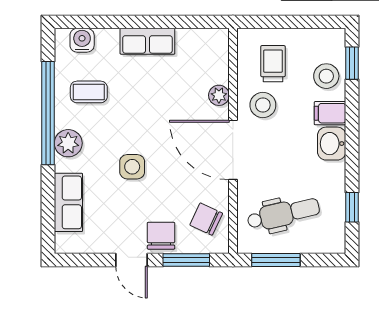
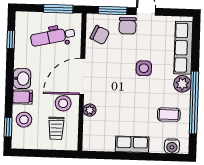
door: (233, 150) -> (82, 77), swing flipped
row of seats: (68, 202) -> (183, 48), width x1.48

